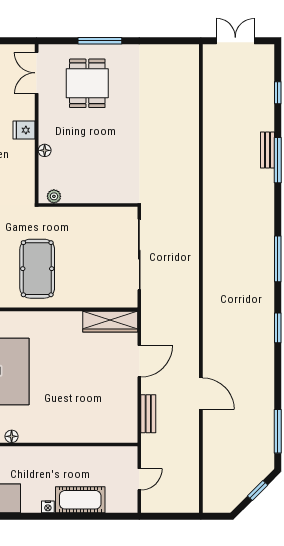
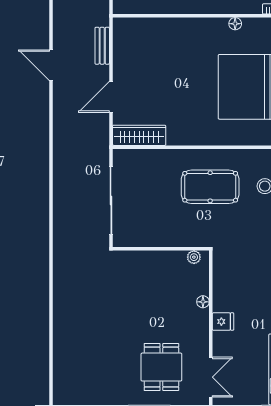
pool table: (37, 269) -> (210, 187), turned 90

